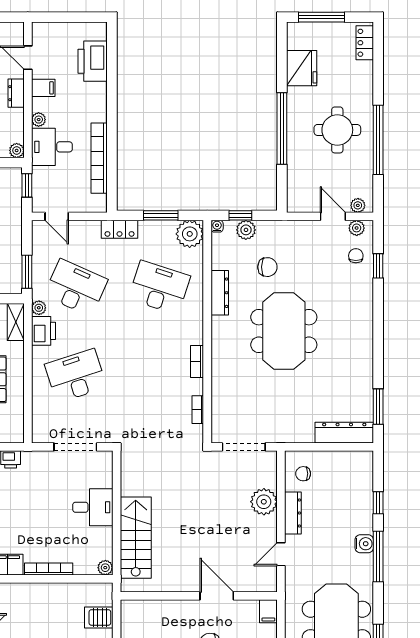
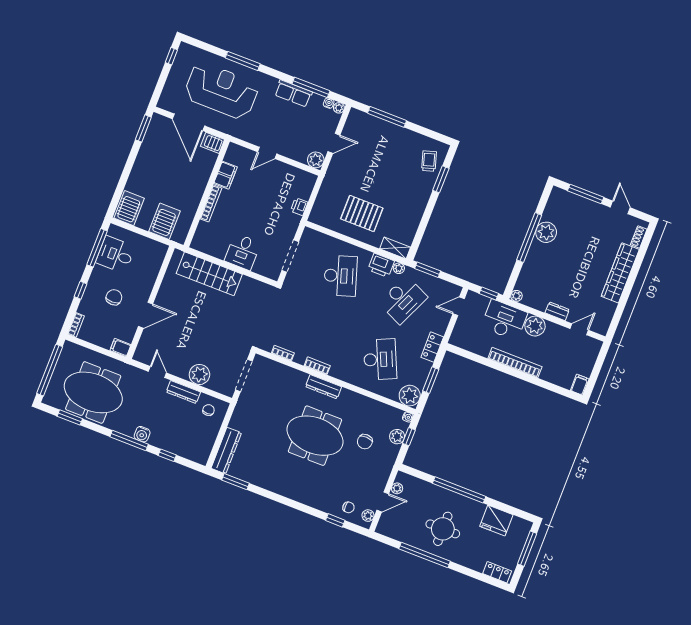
printer: (93, 61) -> (559, 374), removed
filing cabinet: (43, 88) -> (580, 385), moved, turned 180
plant: (39, 120) -> (535, 326), width x1.87, depth x1.87
desk: (52, 147) -> (504, 320), width x1.37
bookcase: (99, 158) -> (515, 363), moved
plant: (358, 205) -> (397, 488), moved
desk: (159, 287) -> (380, 359), turned -42
dresser: (220, 293) -> (323, 387), moved
plant: (105, 568) -> (196, 244), removed
server rack: (99, 617) -> (164, 221), width x1.36, depth x1.44

